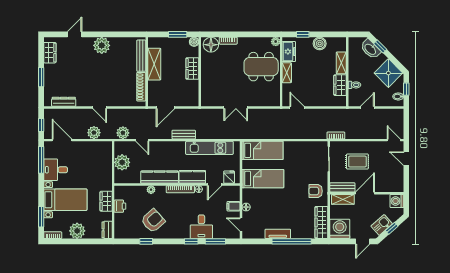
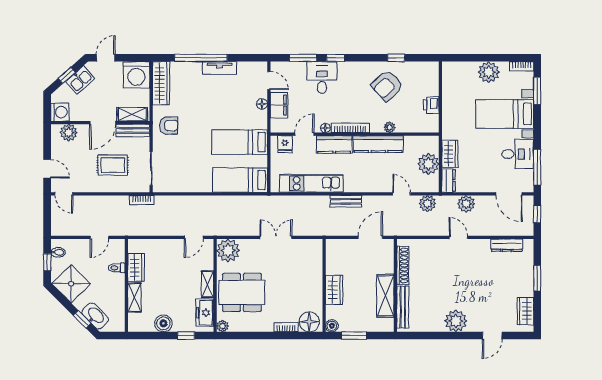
plant: (271, 98) -> (228, 250), added
door: (297, 108) -> (194, 237), hinge flipped
plant: (390, 186) -> (69, 133), added
wardrobe: (106, 201) -> (450, 154), moved
filing cabinet: (233, 206) -> (279, 105), width x2.00
dresser: (107, 230) -> (449, 181), moved

